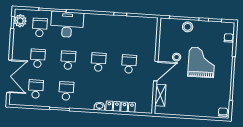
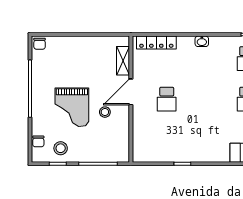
stool: (188, 27) -> (61, 148), moved
school desk: (99, 62) -> (207, 99), removed
locker: (121, 107) -> (156, 42), moved

